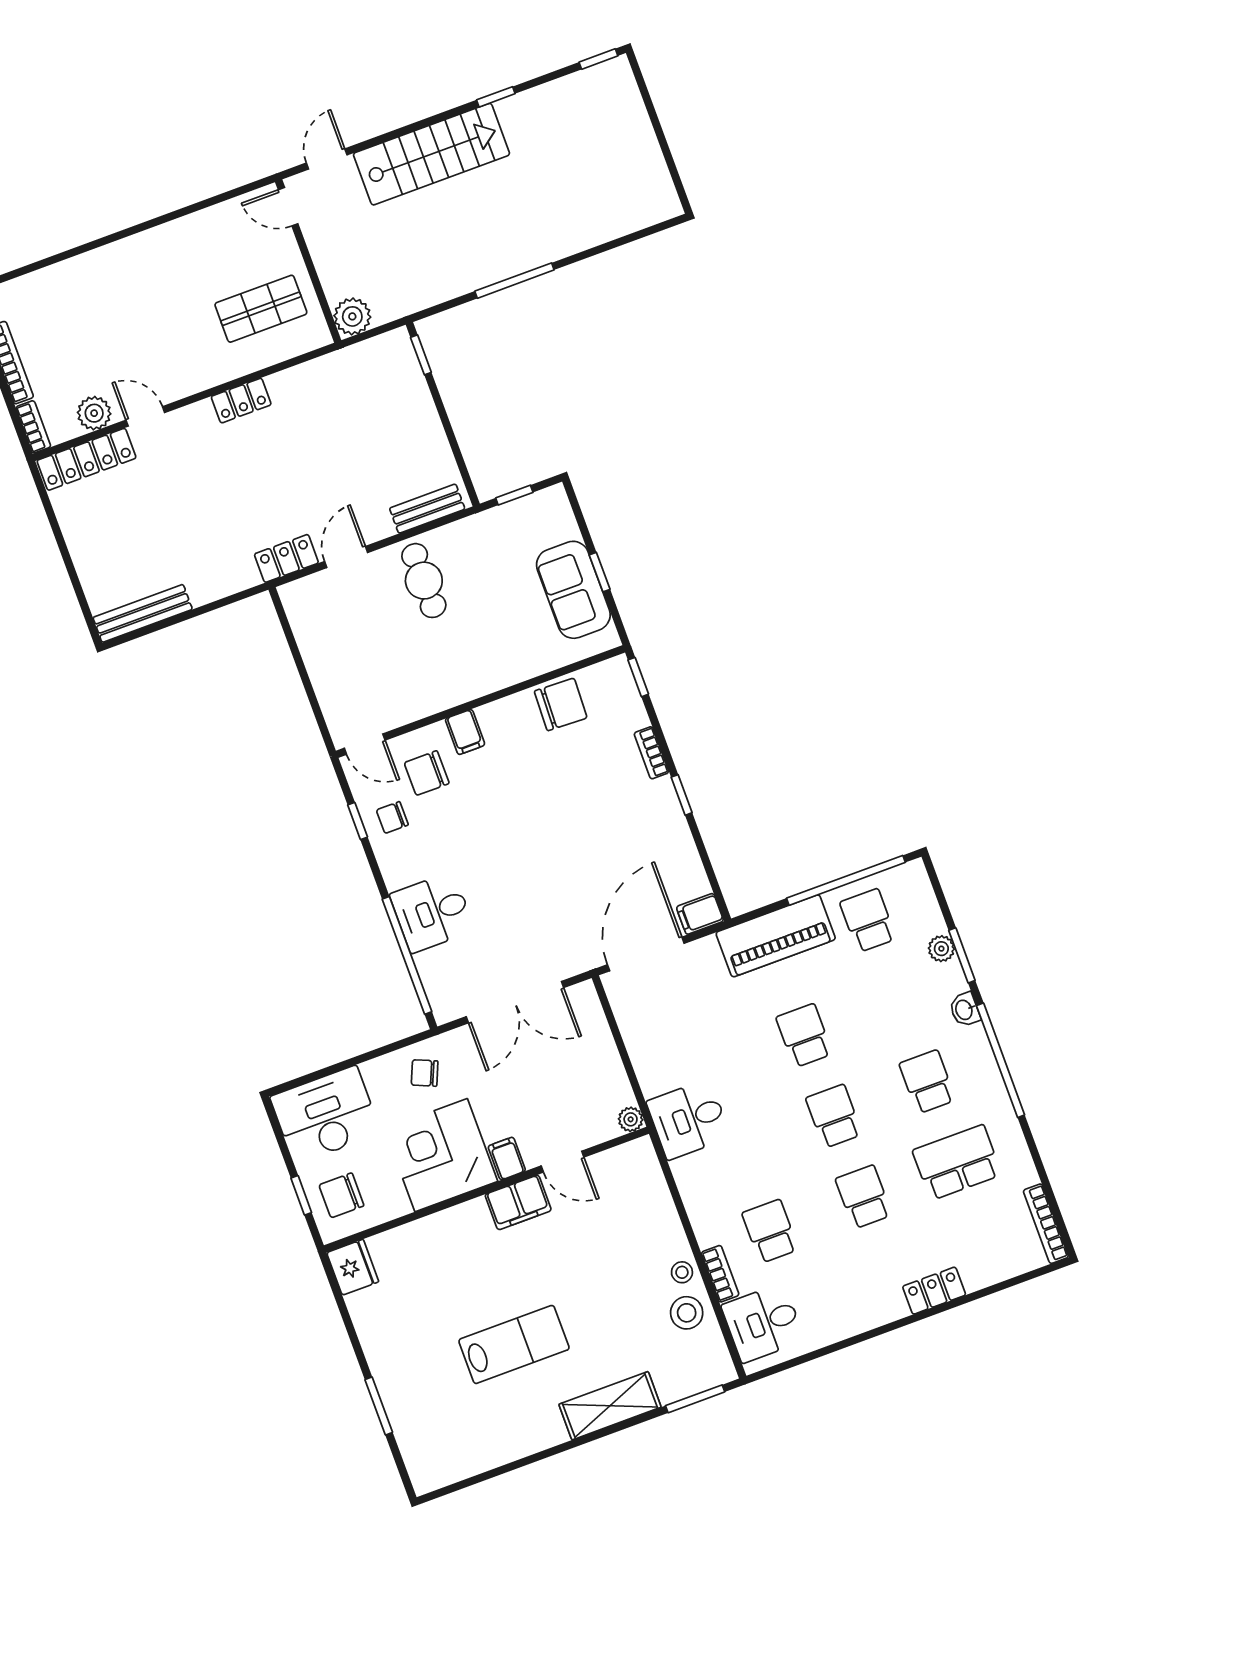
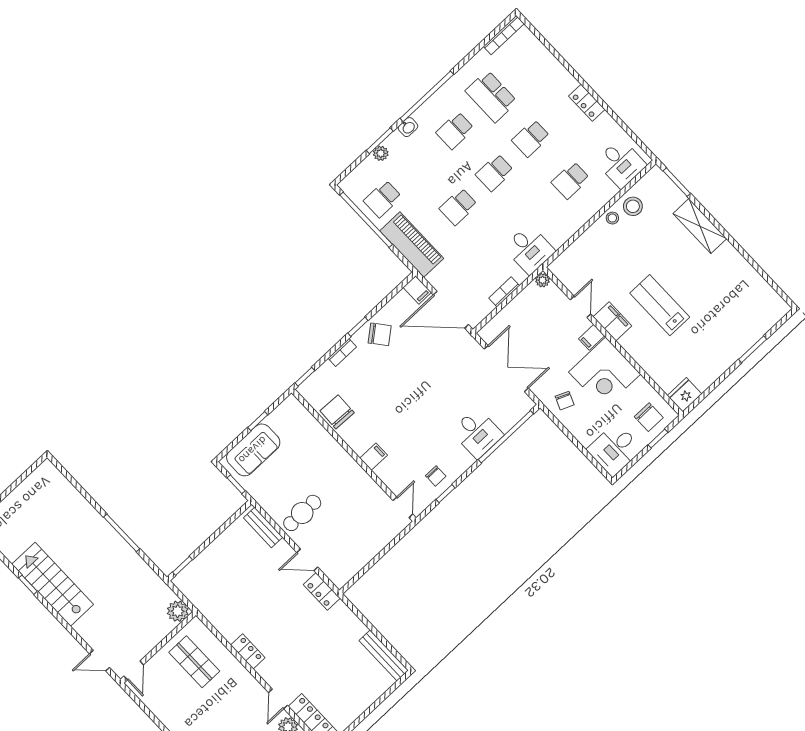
stairs: (431, 154) -> (53, 584), moved
sofa: (573, 590) -> (253, 450), moved
chair: (427, 773) -> (380, 334), moved, turned -39
desk: (325, 1115) -> (615, 449), width x0.73
bookcase: (720, 1274) -> (504, 292), moved
locker: (934, 1291) -> (587, 103), moved
lab bench: (514, 1344) -> (660, 305), moved

